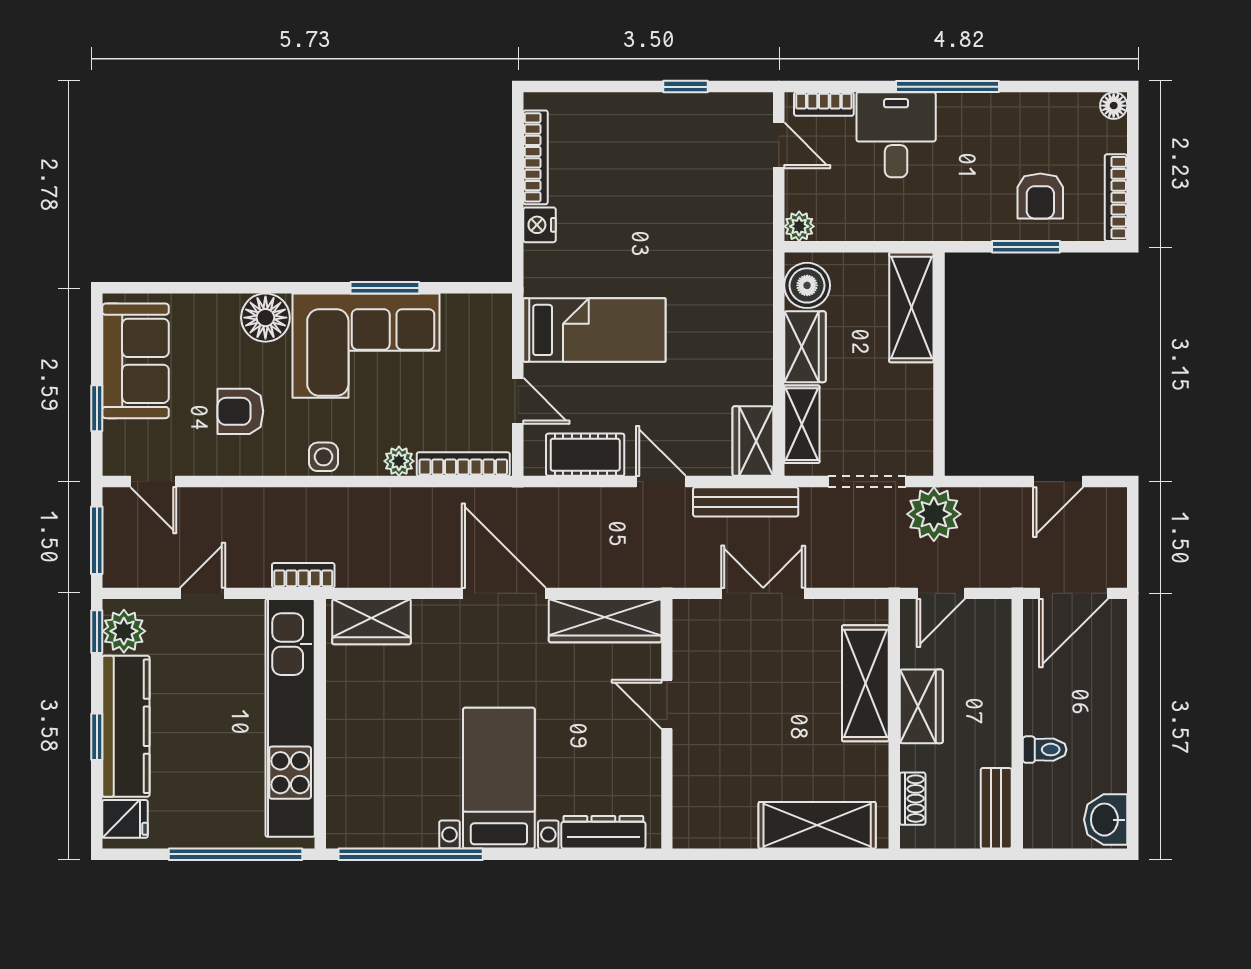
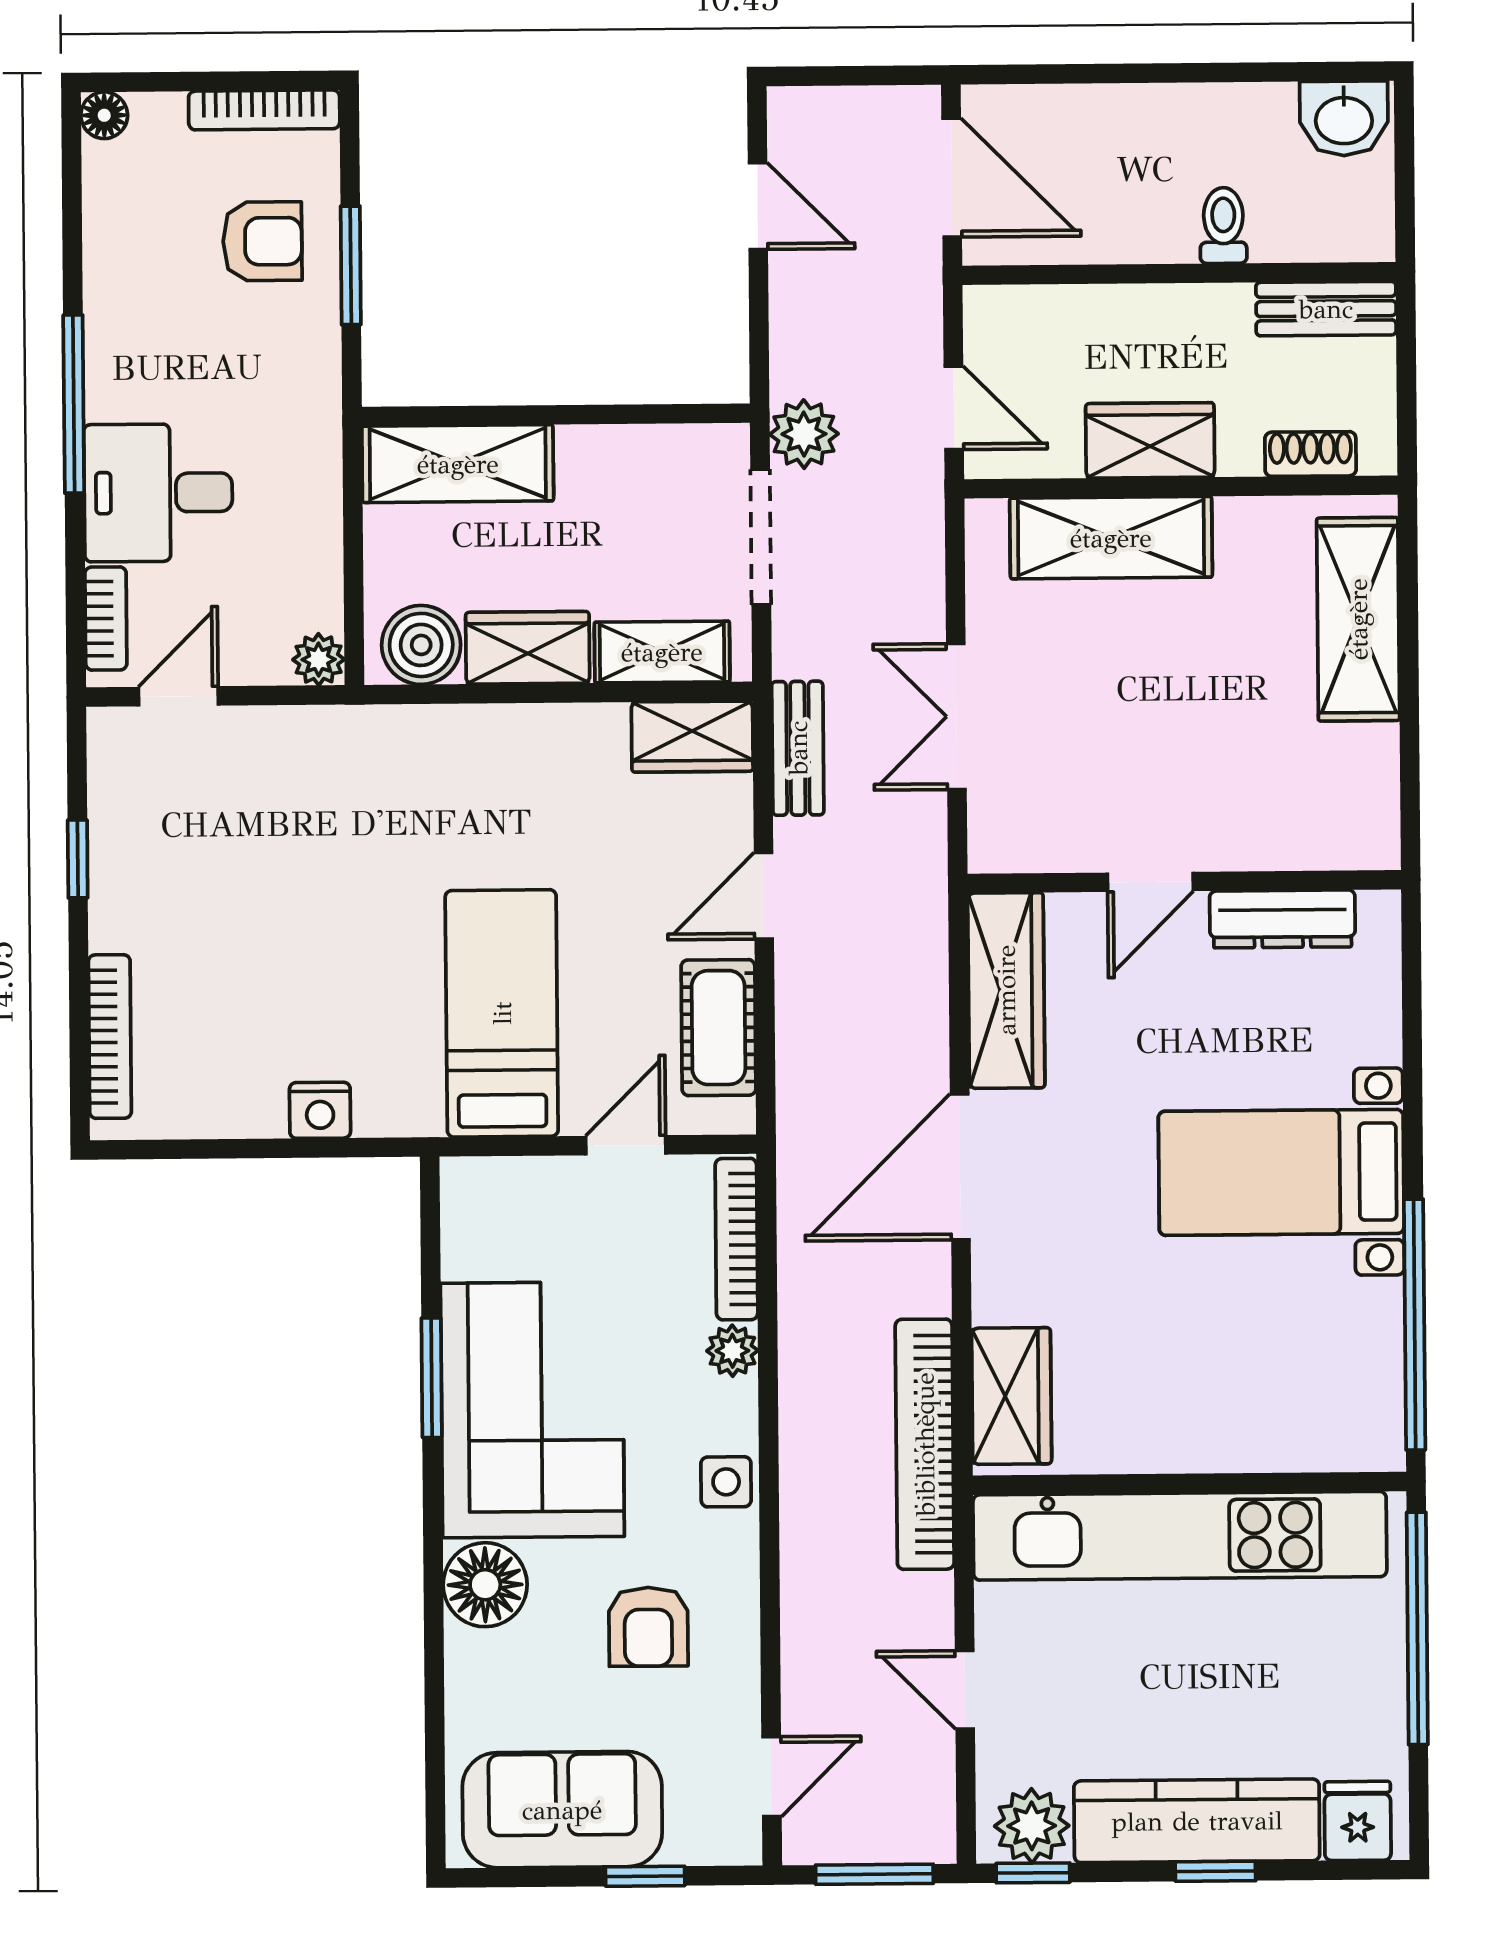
bookcase: (535, 157) -> (110, 1037), moved, turned 90
bench: (746, 502) -> (798, 748), width x0.73
plant: (934, 514) -> (804, 434), width x0.73, depth x0.73
bookcase: (303, 575) -> (925, 1444), width x2.31, depth x1.31
dresser: (603, 832) -> (1282, 919), moved, turned -90

